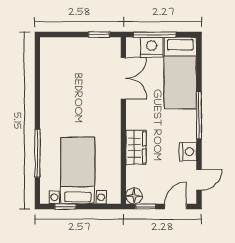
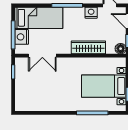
double door: (123, 78) -> (42, 56), swing flipped
wardrobe: (136, 147) -> (88, 47), width x1.50

